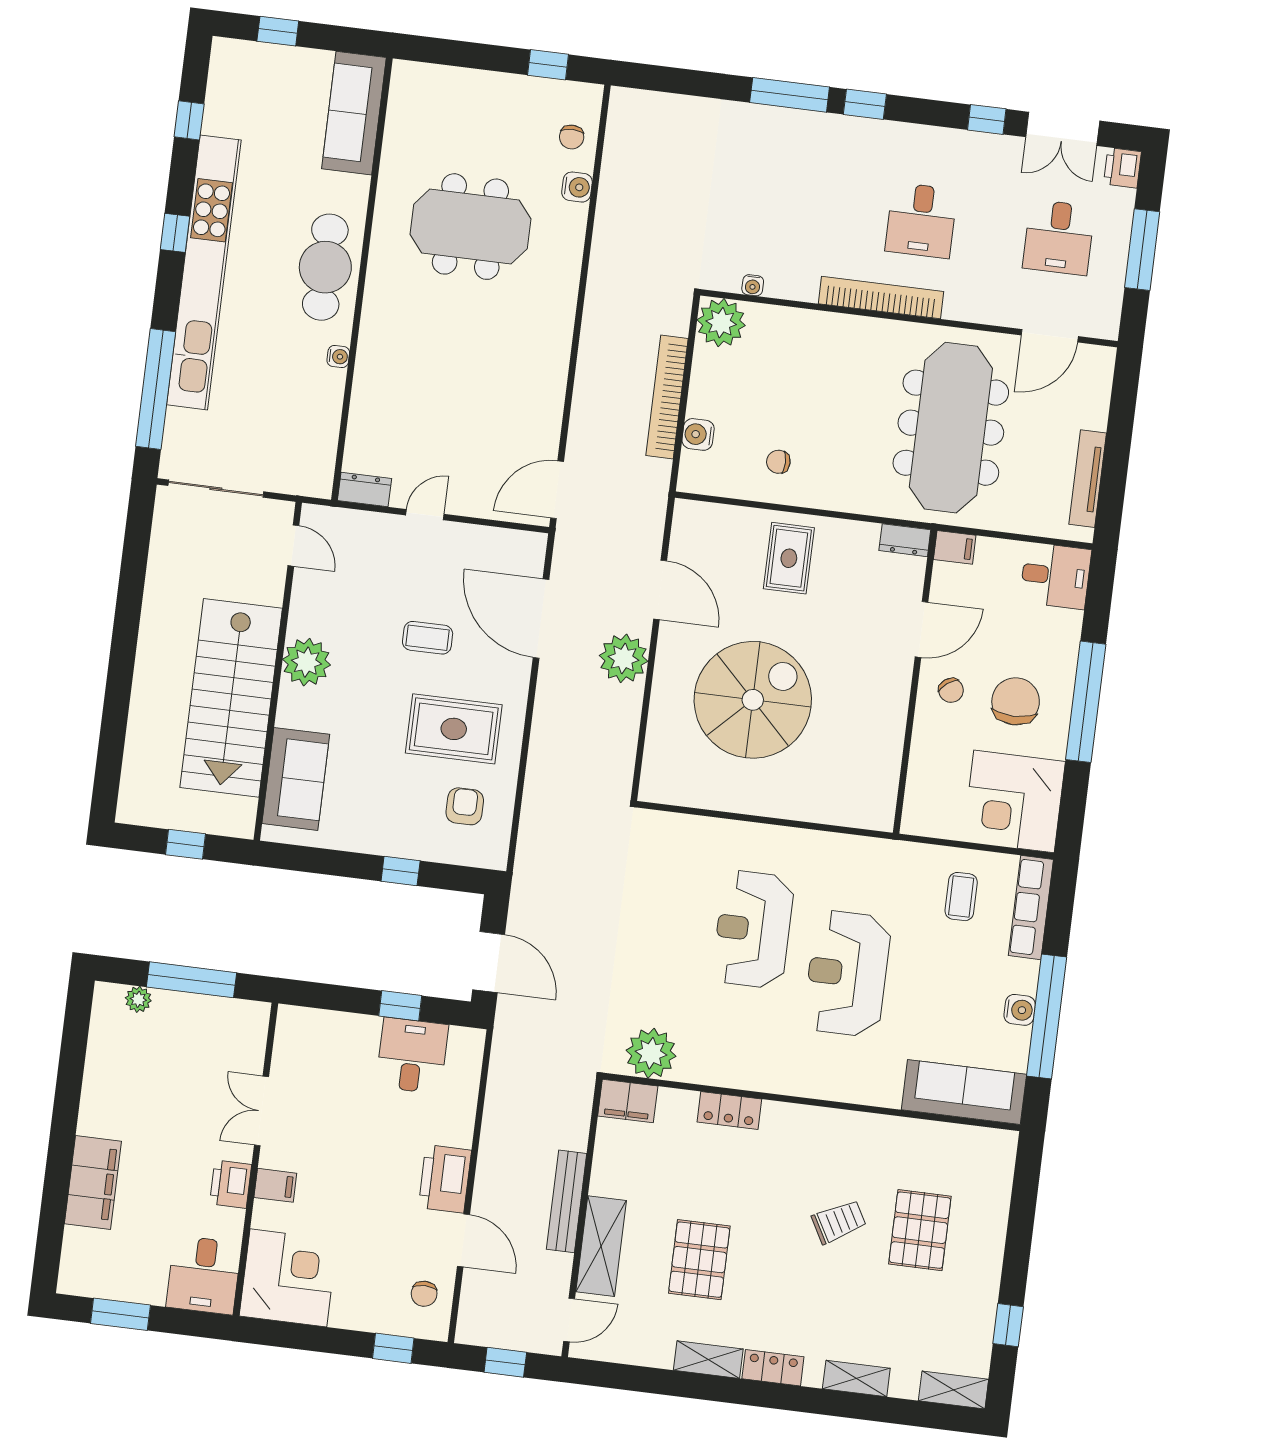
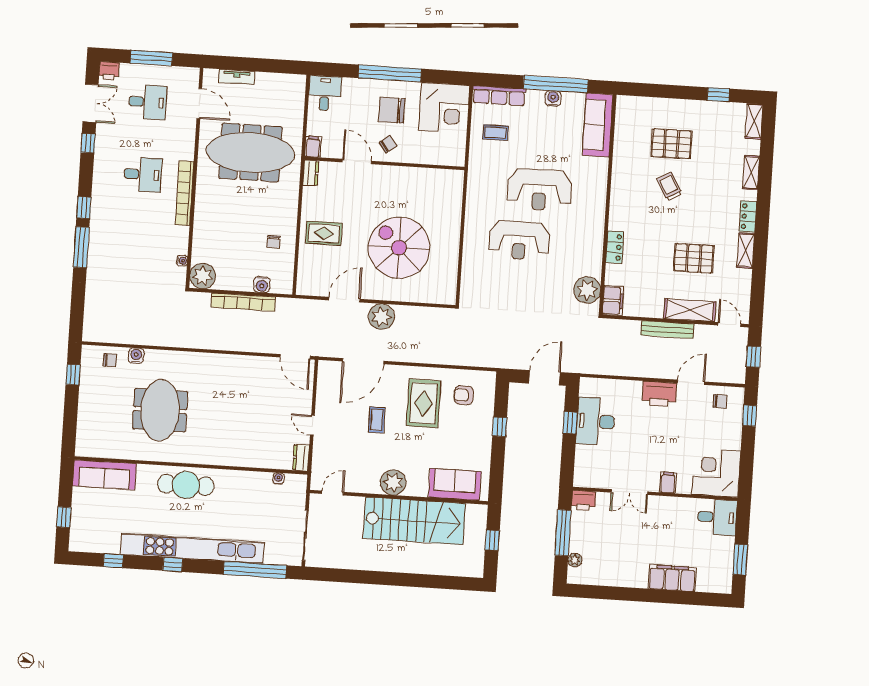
water cooler: (338, 356) -> (279, 478), moved
tv unit: (1088, 479) -> (237, 77), moved, width x0.71
desk: (412, 1056) -> (595, 421), width x1.37
printer: (231, 1184) -> (584, 500), moved

